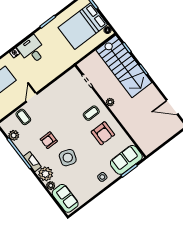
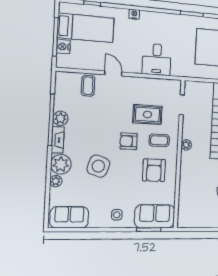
desk: (32, 50) -> (157, 60), moved, turned 180
door: (32, 98) -> (113, 73), hinge flipped
rug: (71, 104) -> (147, 115), added
plant: (14, 135) -> (60, 118), moved
armchair: (49, 140) -> (129, 141), moved
sofa: (65, 198) -> (69, 217), moved, turned -90

